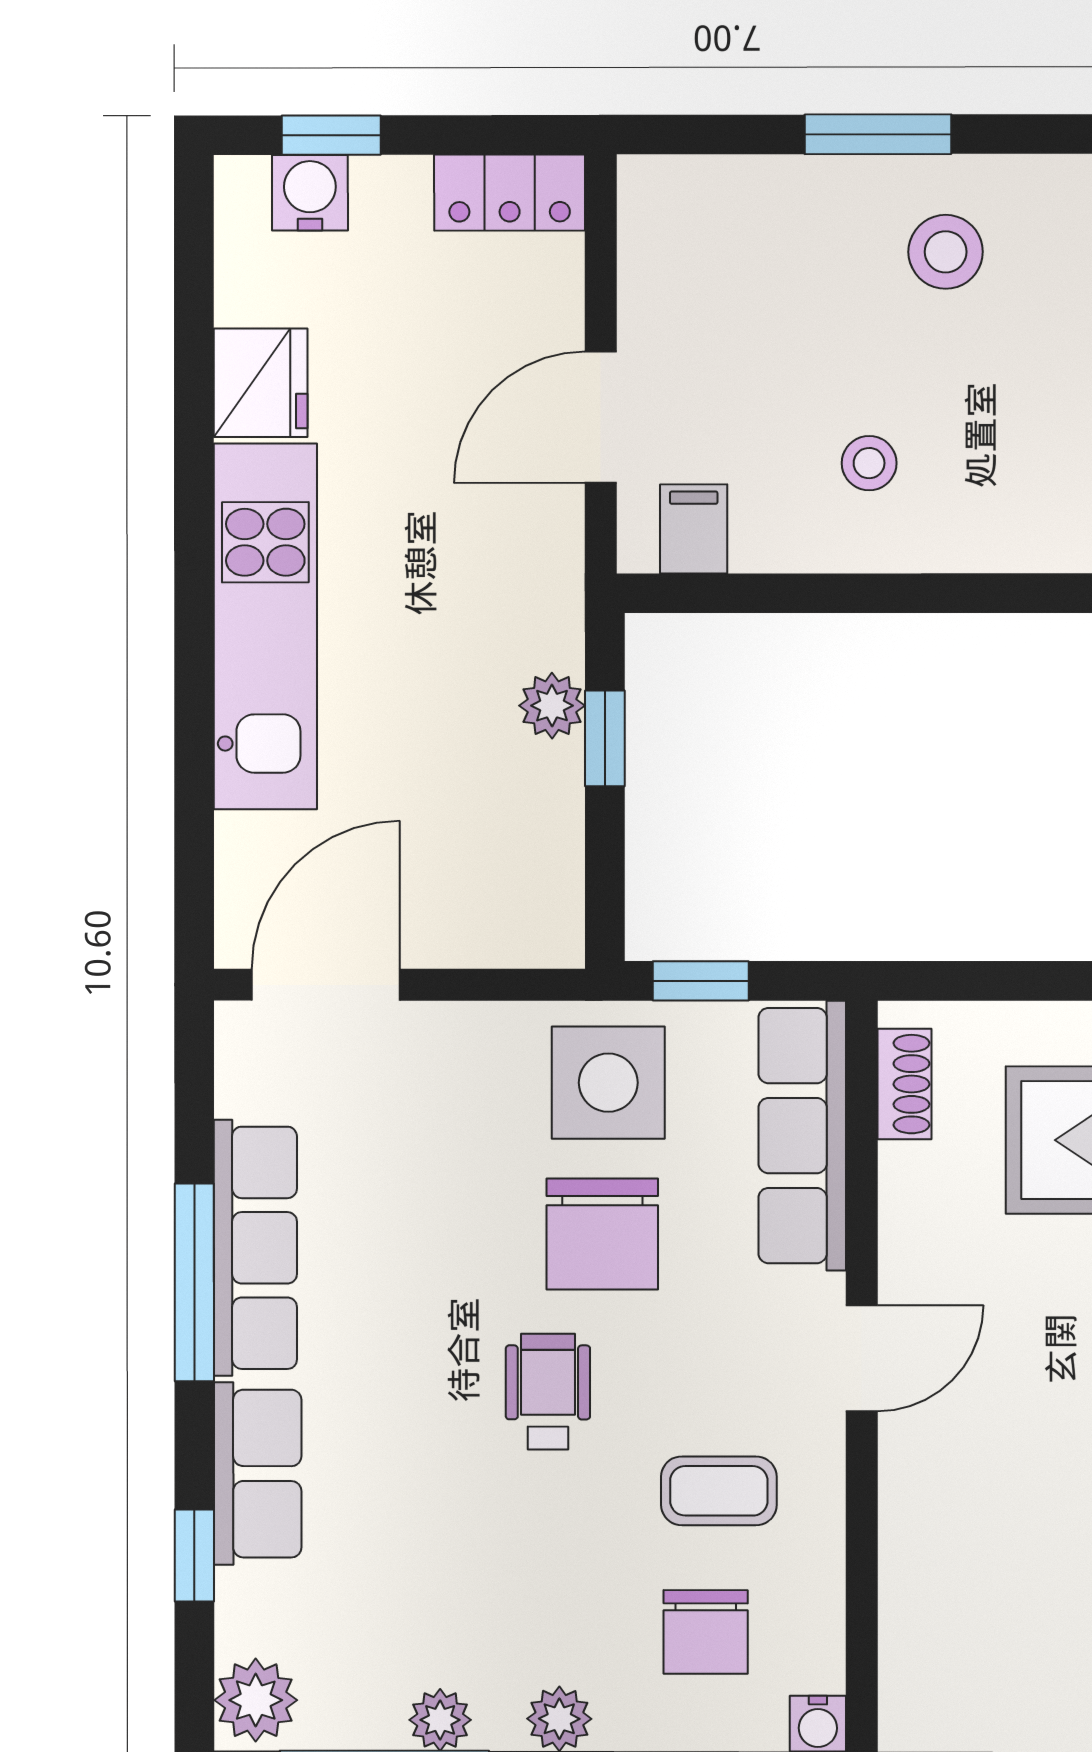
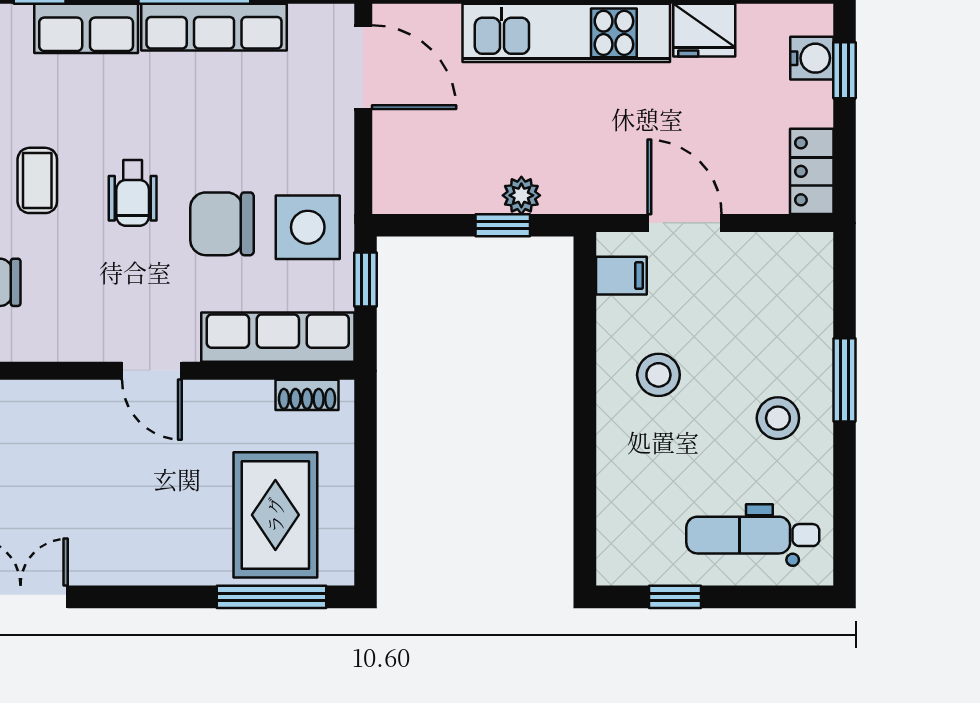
stool: (869, 463) -> (658, 375), width x1.37, depth x1.37
wheelchair: (548, 1392) -> (133, 193), turned 90
coffee table: (719, 1491) -> (37, 180), moved

